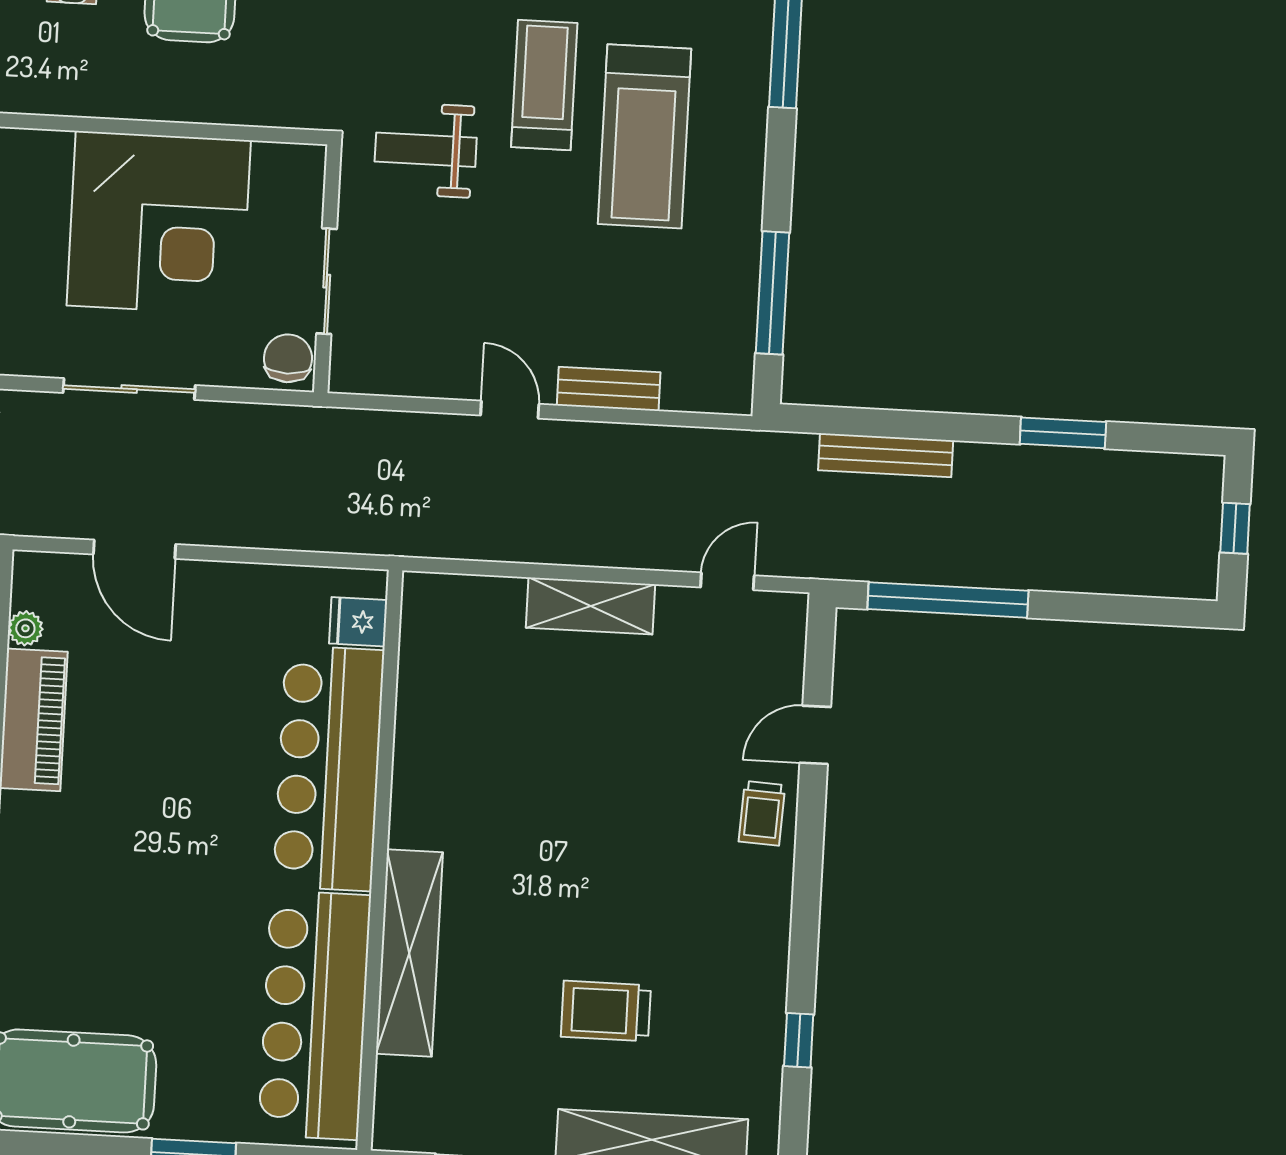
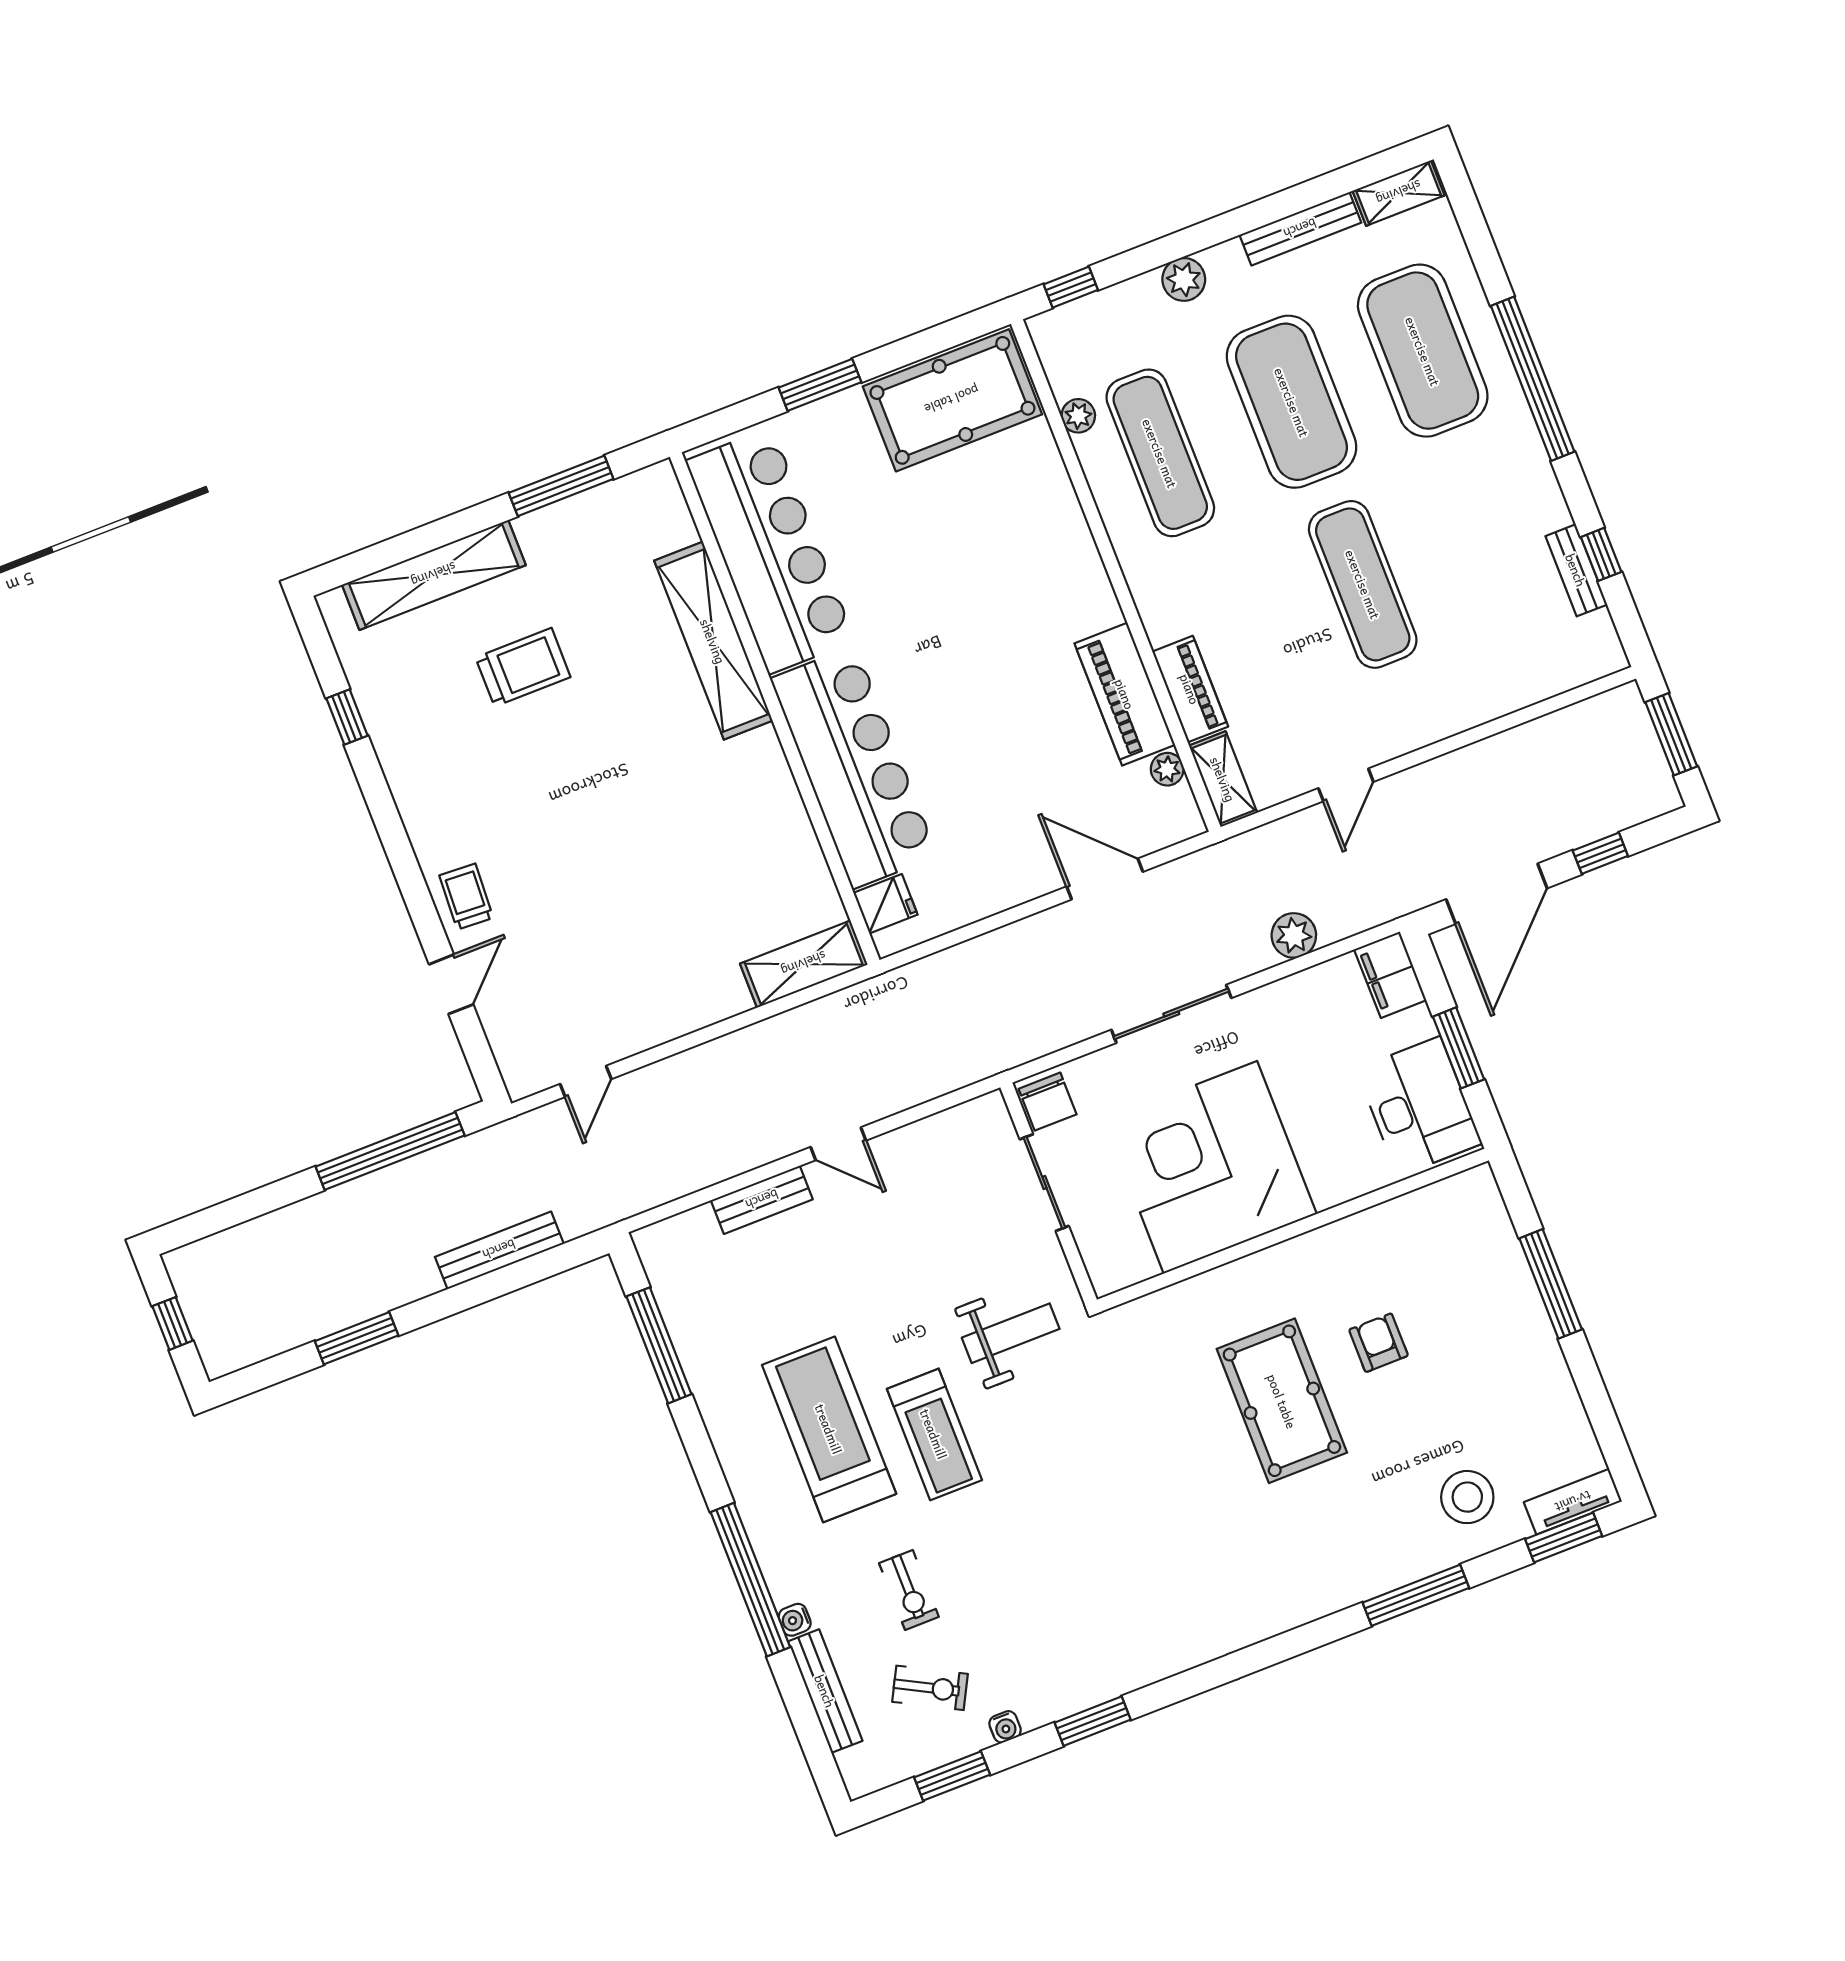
shelving: (590, 606) -> (804, 964), moved

